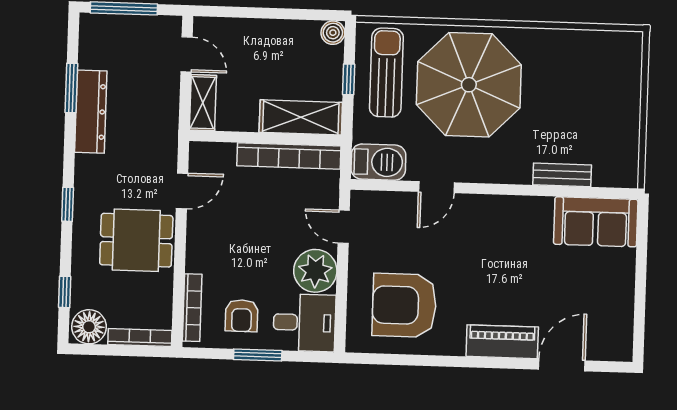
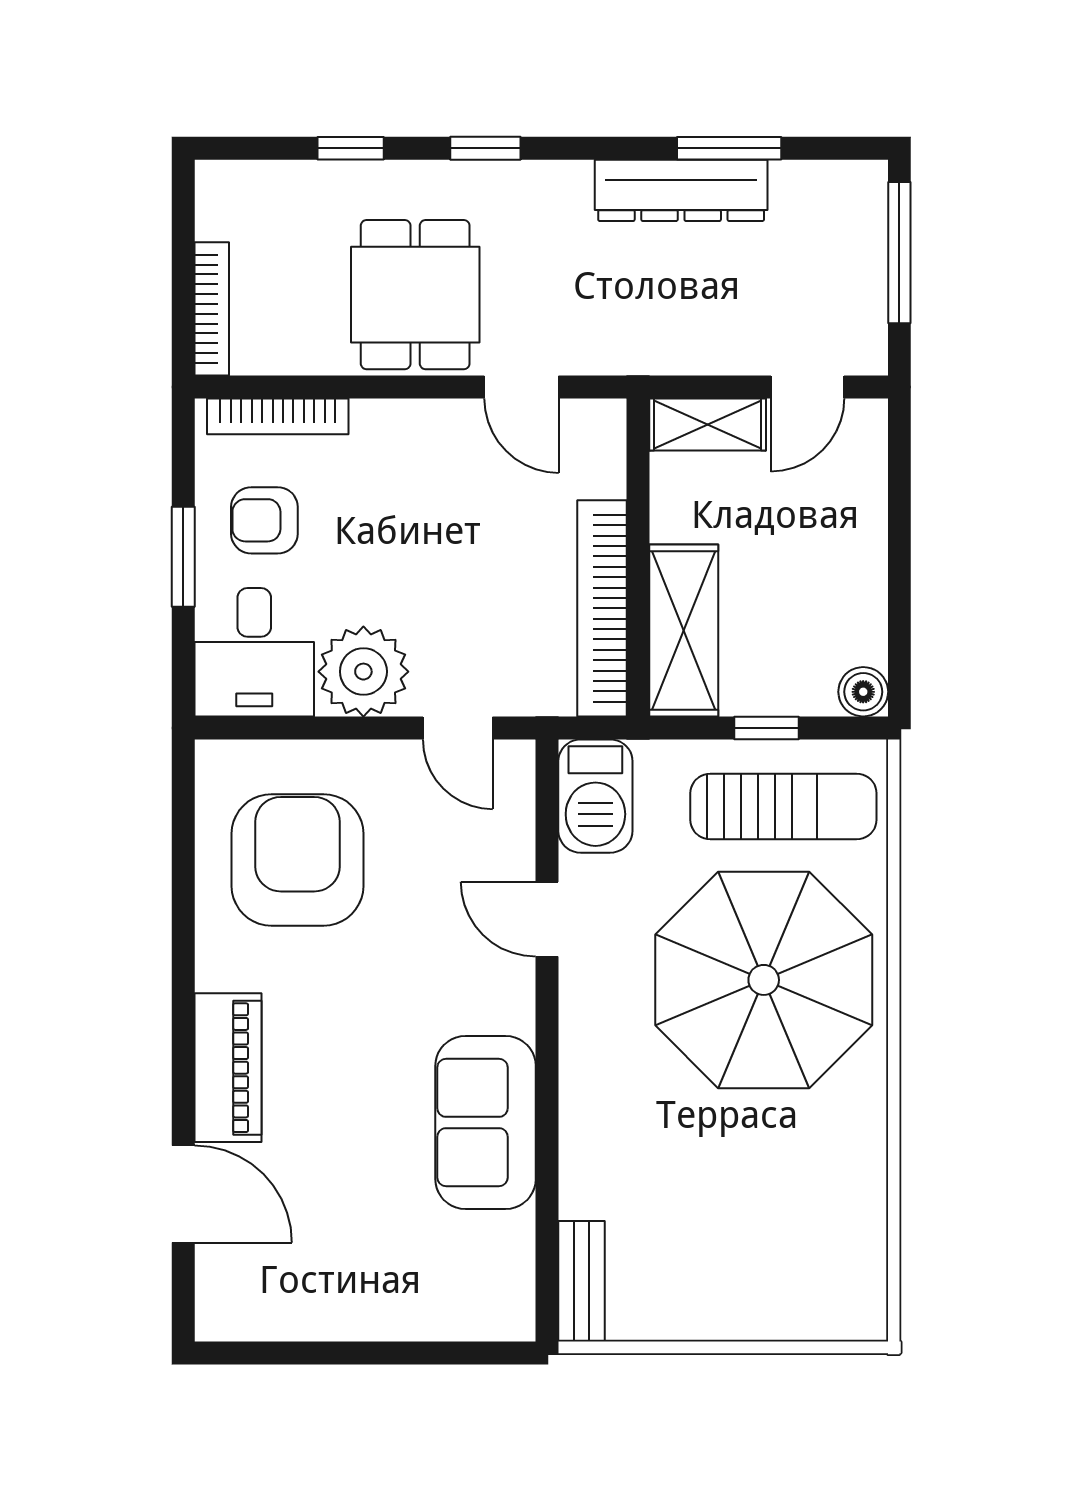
bench: (562, 175) -> (581, 1281), moved
sofa: (596, 222) -> (486, 1122), moved
door: (344, 227) -> (458, 728), swing flipped
window: (65, 292) -> (351, 148), moved
floor lamp: (89, 327) -> (231, 202), removed

